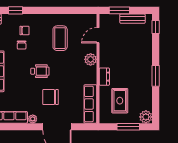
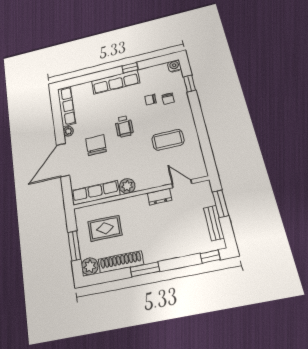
plant: (91, 59) -> (127, 186), moved
dresser: (104, 77) -> (160, 197), moved
shoe rack: (147, 93) -> (121, 262), added

